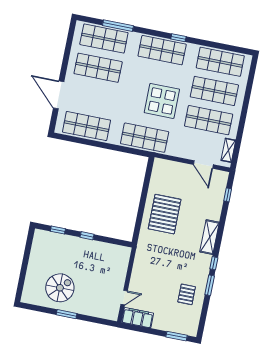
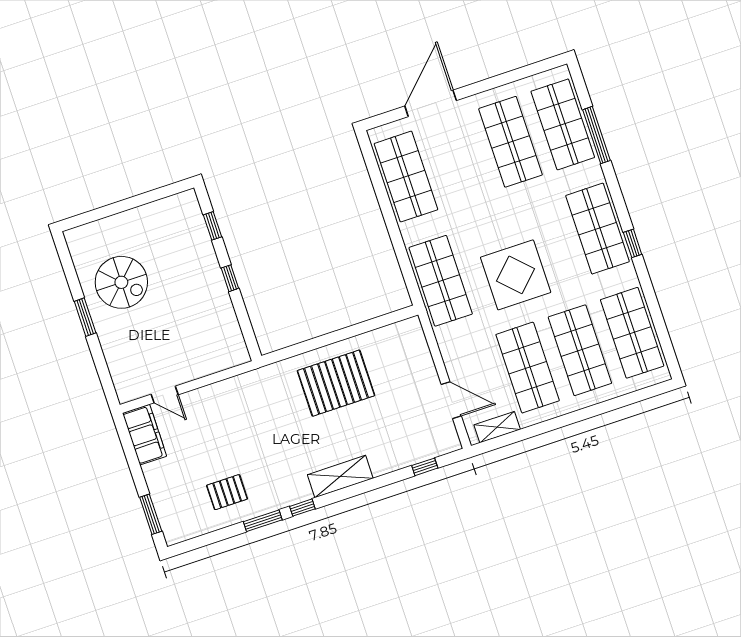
door: (203, 165) -> (451, 400), swing flipped

